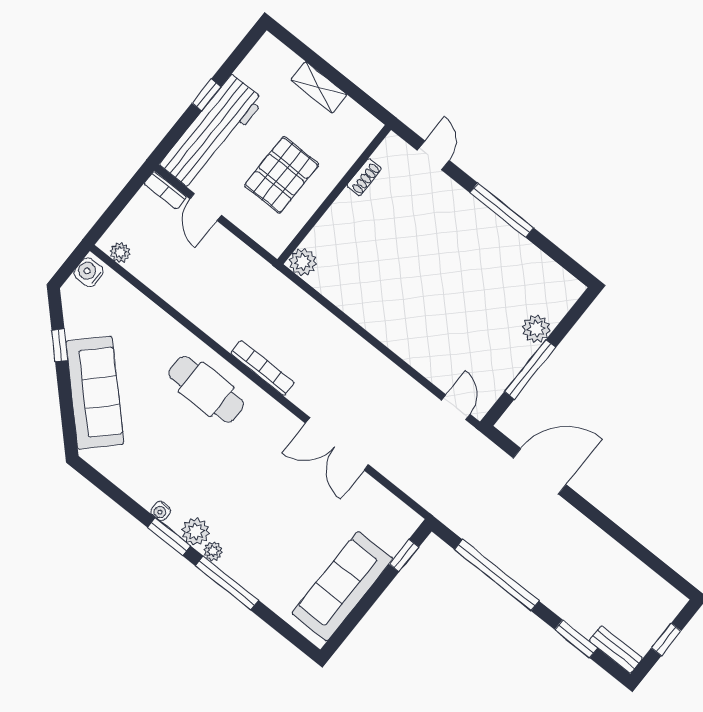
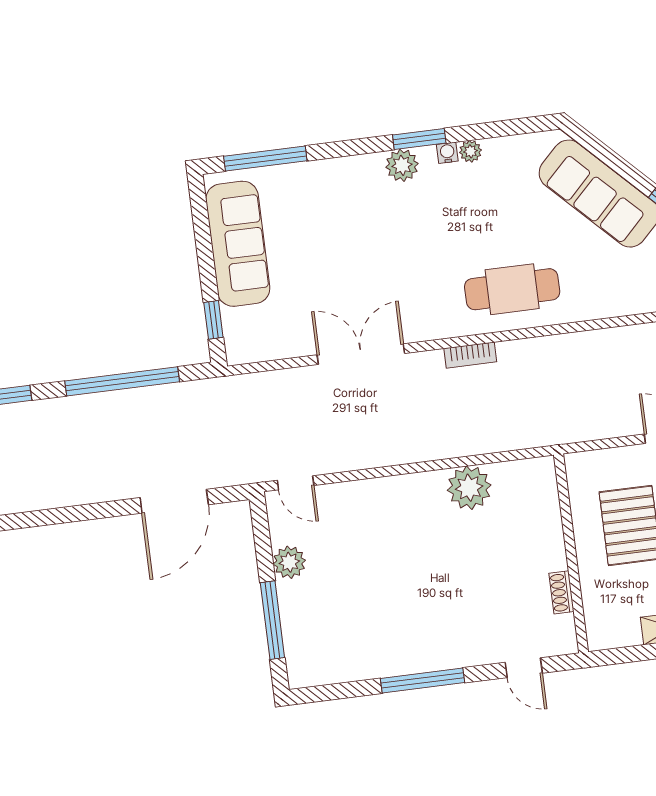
plant: (303, 262) -> (469, 488), moved, width x1.36, depth x1.36
plant: (536, 329) -> (289, 562), moved
bookcase: (262, 368) -> (470, 355), width x0.64
window: (530, 369) -> (272, 620), moved
plant: (213, 551) -> (470, 151), moved
window: (227, 583) -> (265, 159), moved

